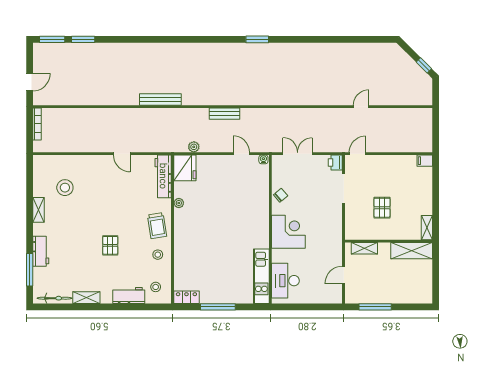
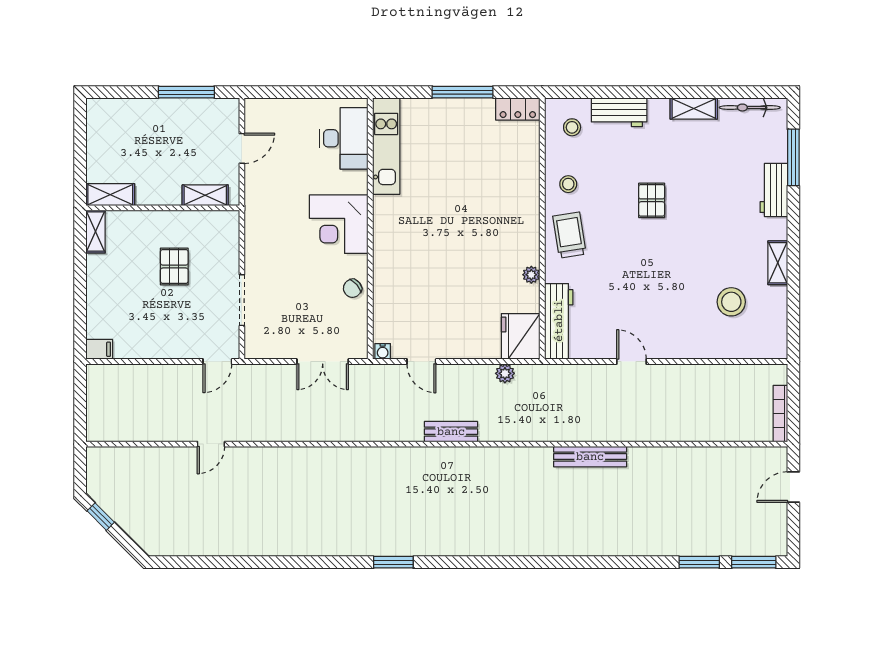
bench: (160, 99) -> (590, 457), moved
printer: (335, 162) -> (256, 346), removed
shelving: (412, 251) -> (110, 195), width x0.67, depth x0.75

